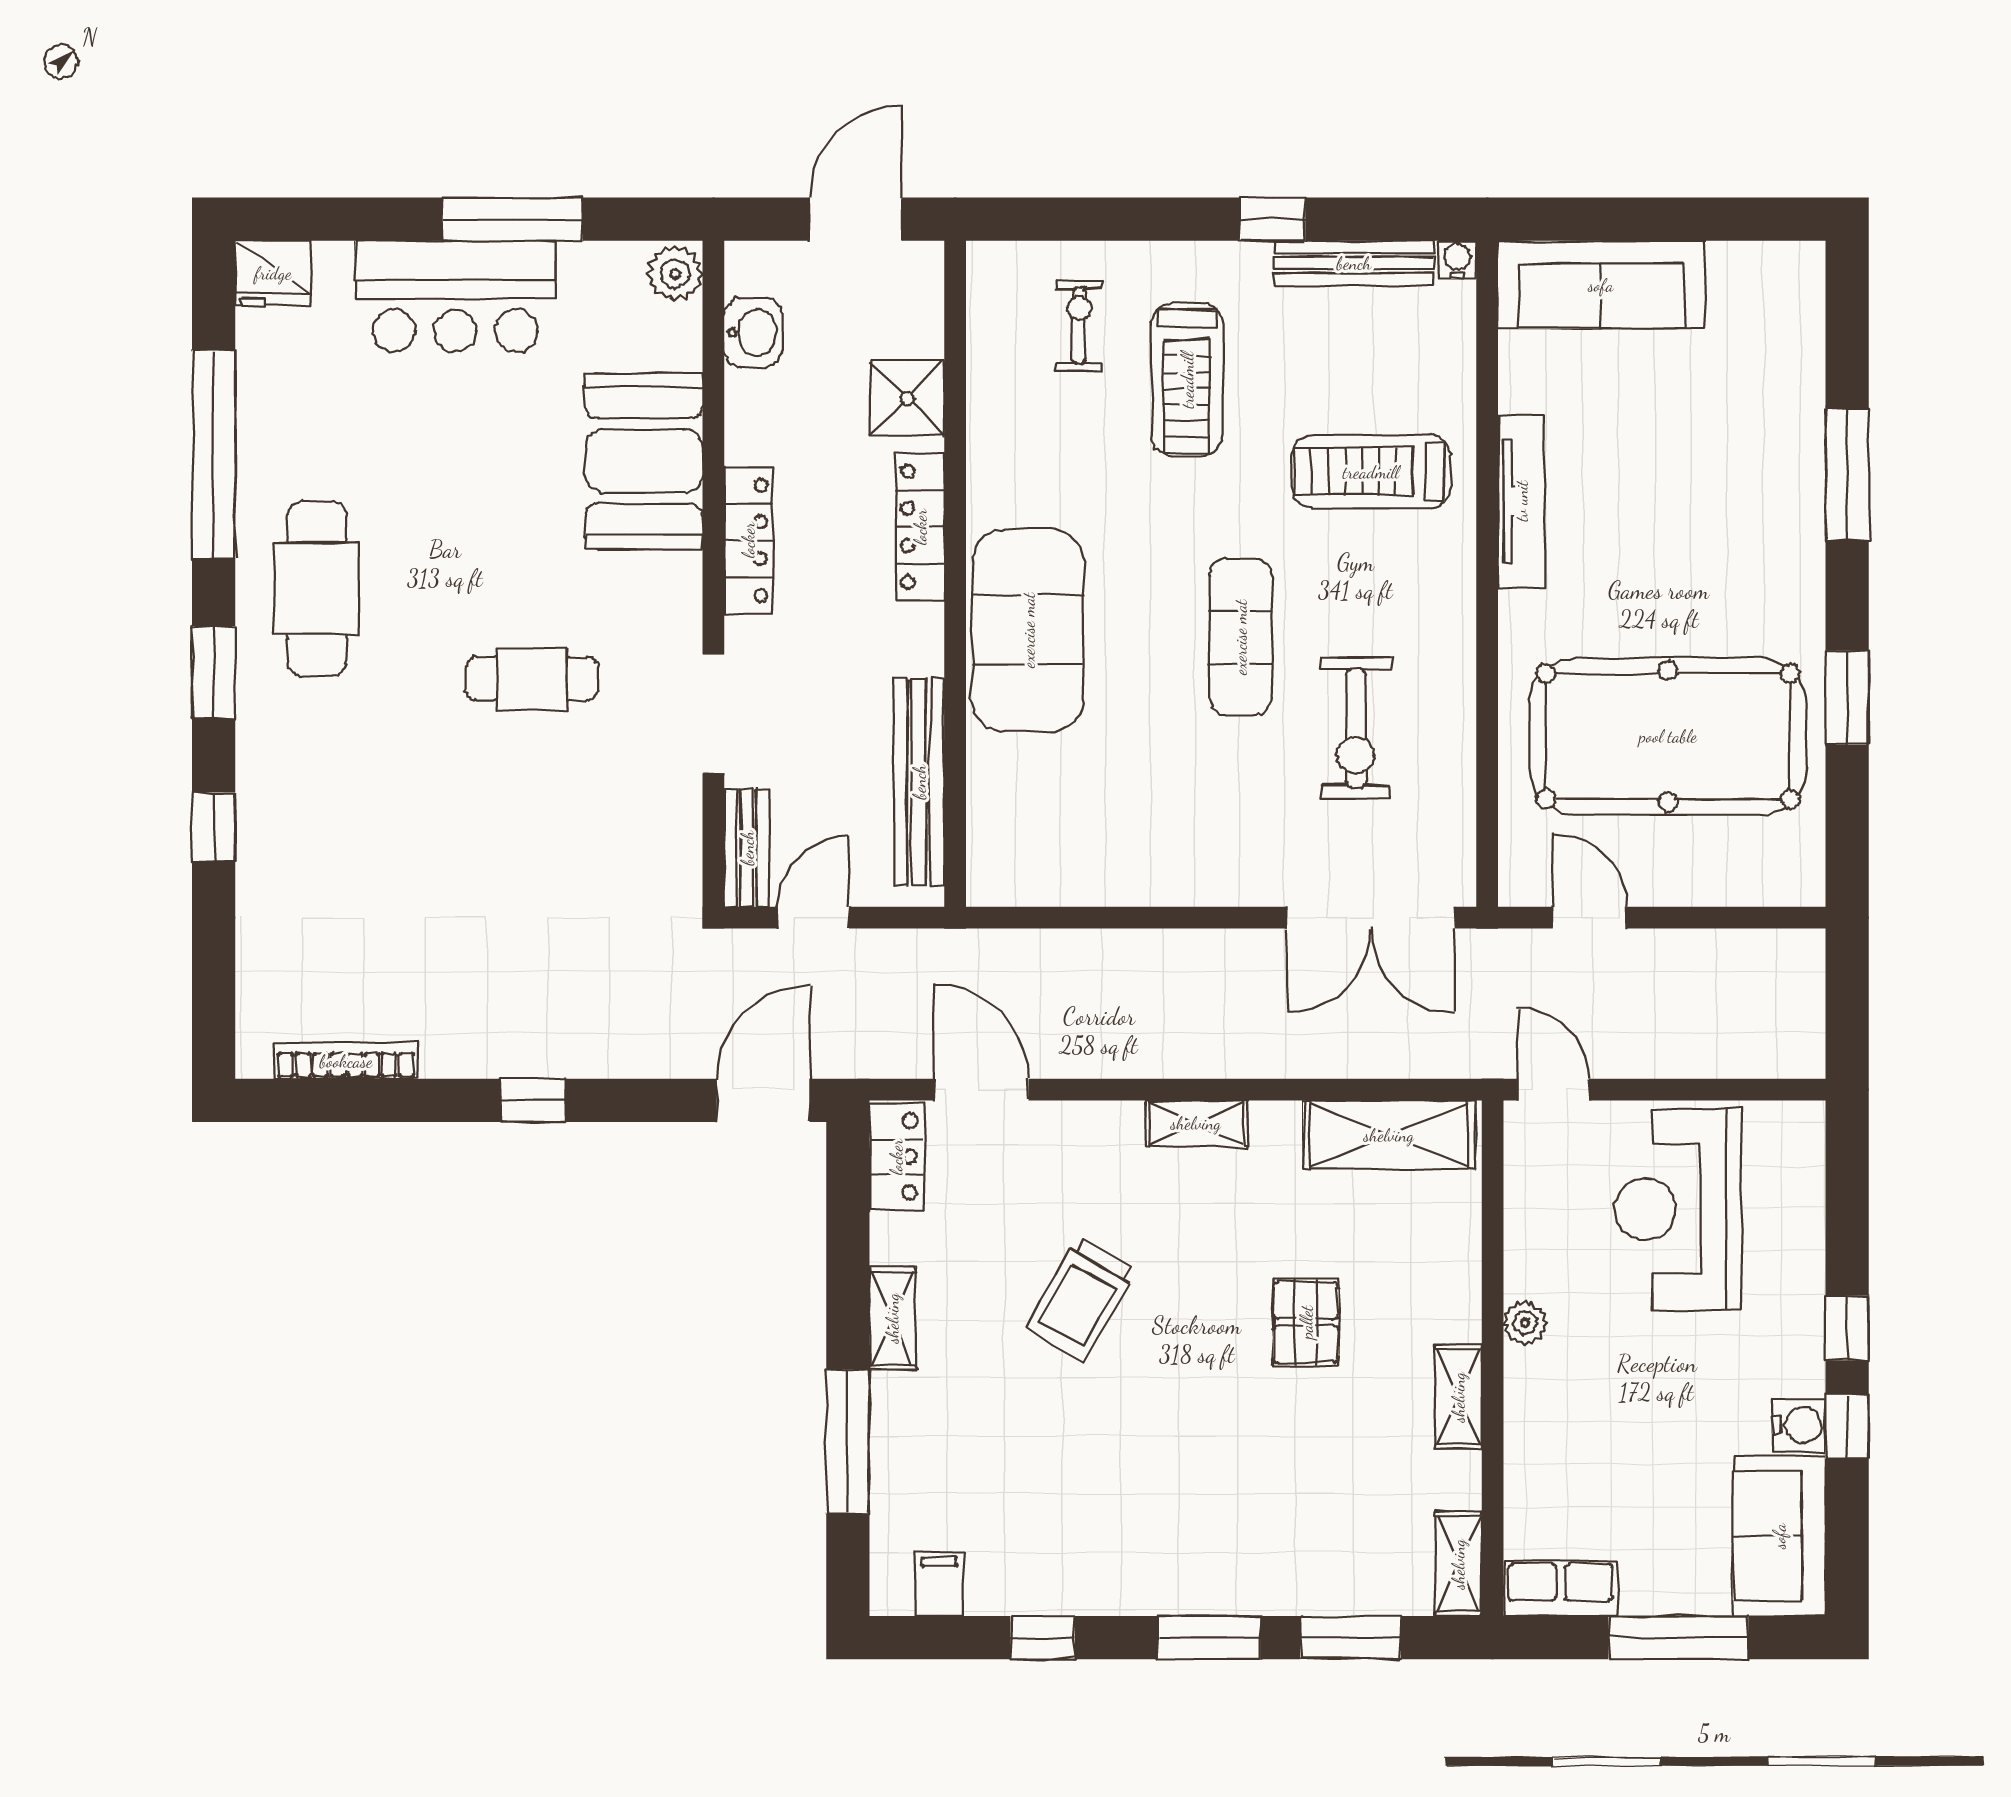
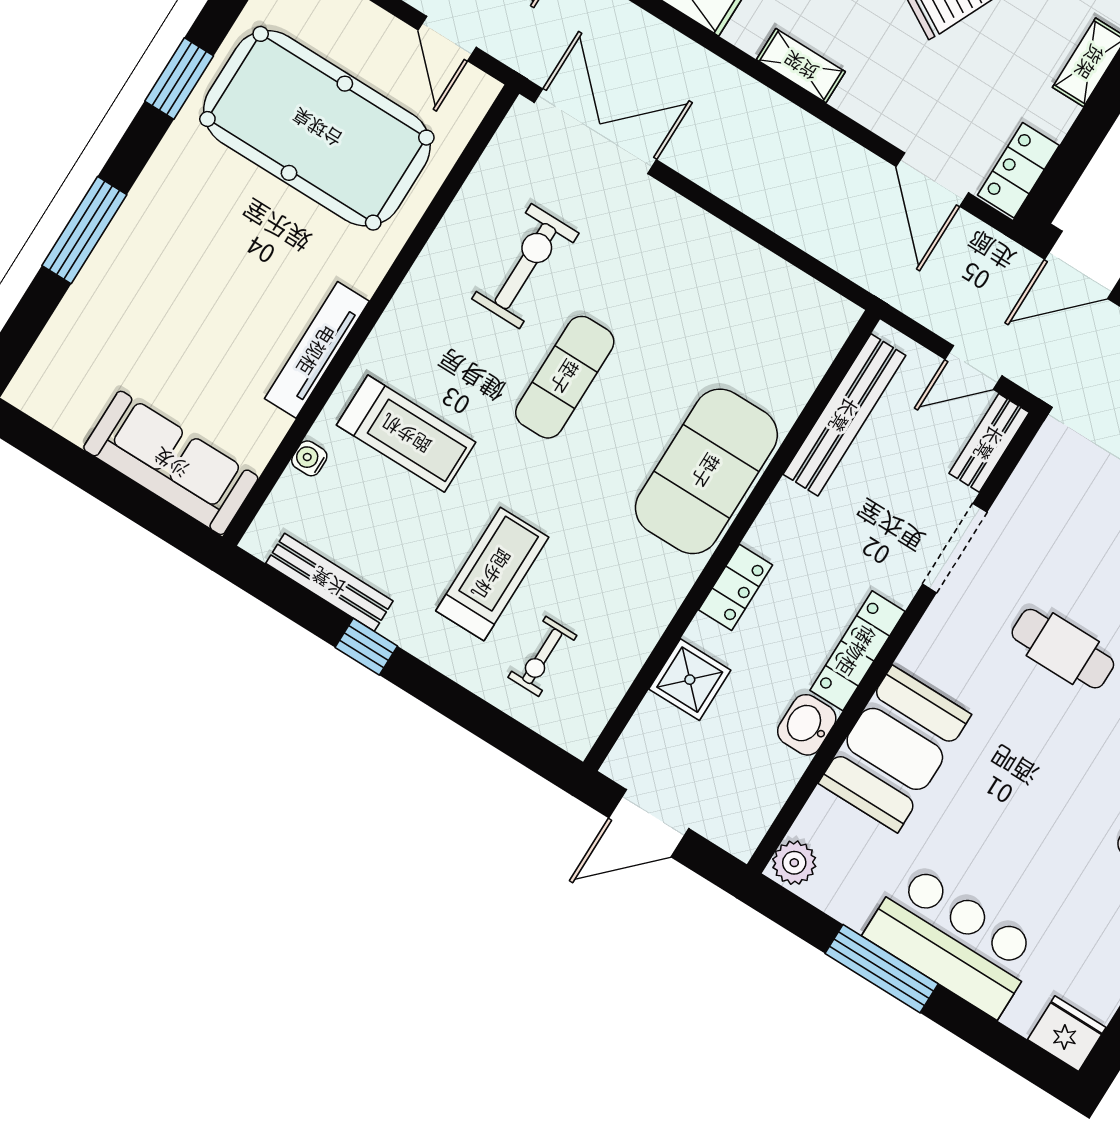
water cooler: (1457, 260) -> (309, 458), moved, turned 90
washbasin: (753, 332) -> (807, 725), moved
locker: (920, 527) -> (735, 587), width x0.66

